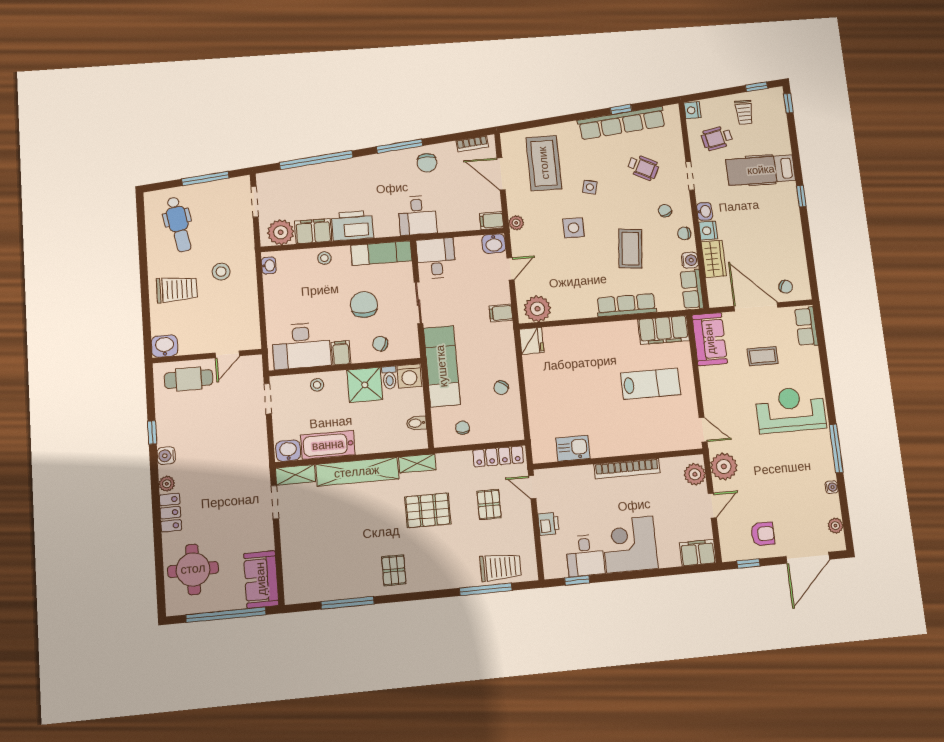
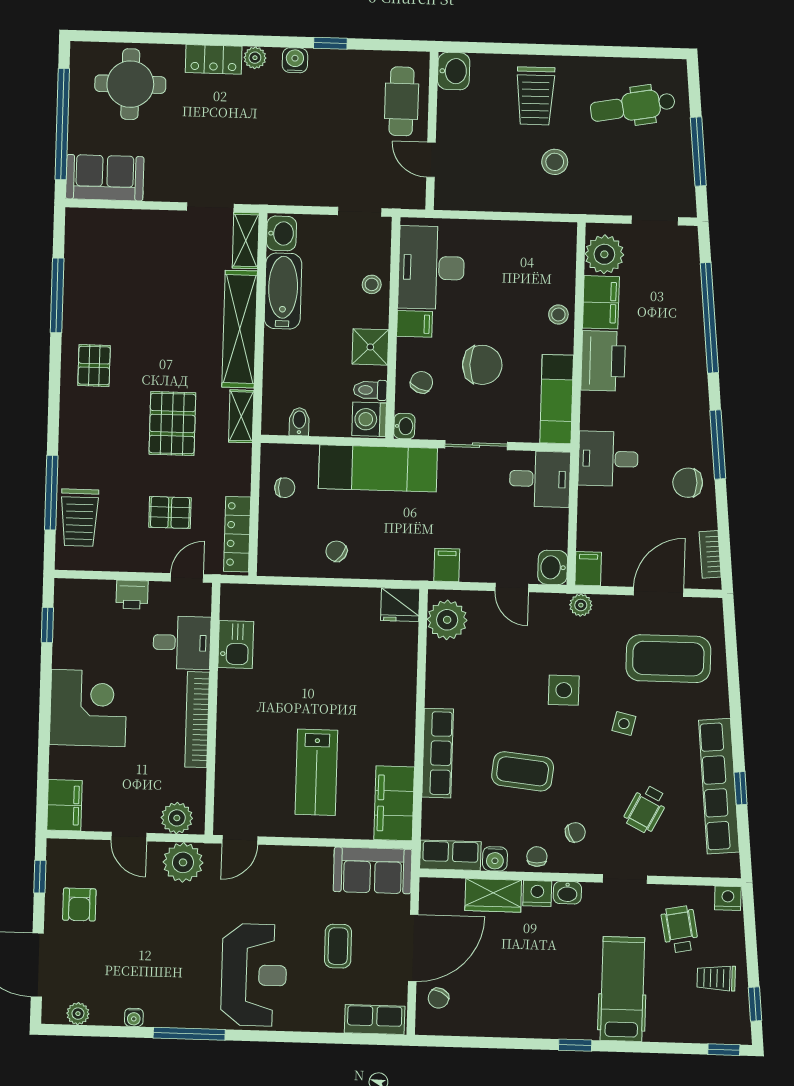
washbasin: (269, 265) -> (404, 426), moved, turned -90
shower: (365, 385) -> (370, 347), width x0.73, depth x0.73
desk: (585, 555) -> (182, 643), moved, turned 180
pallet: (394, 570) -> (94, 365), turned 90

